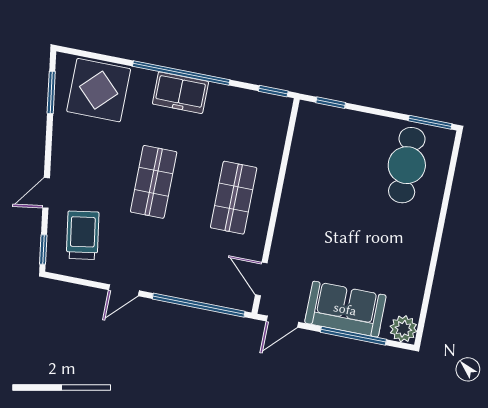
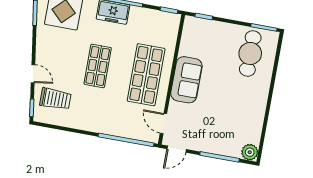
door: (46, 193) -> (33, 74), swing flipped
shop shelf: (234, 198) -> (146, 75), width x1.43, depth x1.36
trolley: (83, 235) -> (55, 99), turned 99
door: (124, 290) -> (81, 132), removed
sofa: (345, 309) -> (186, 80), moved, turned 90

